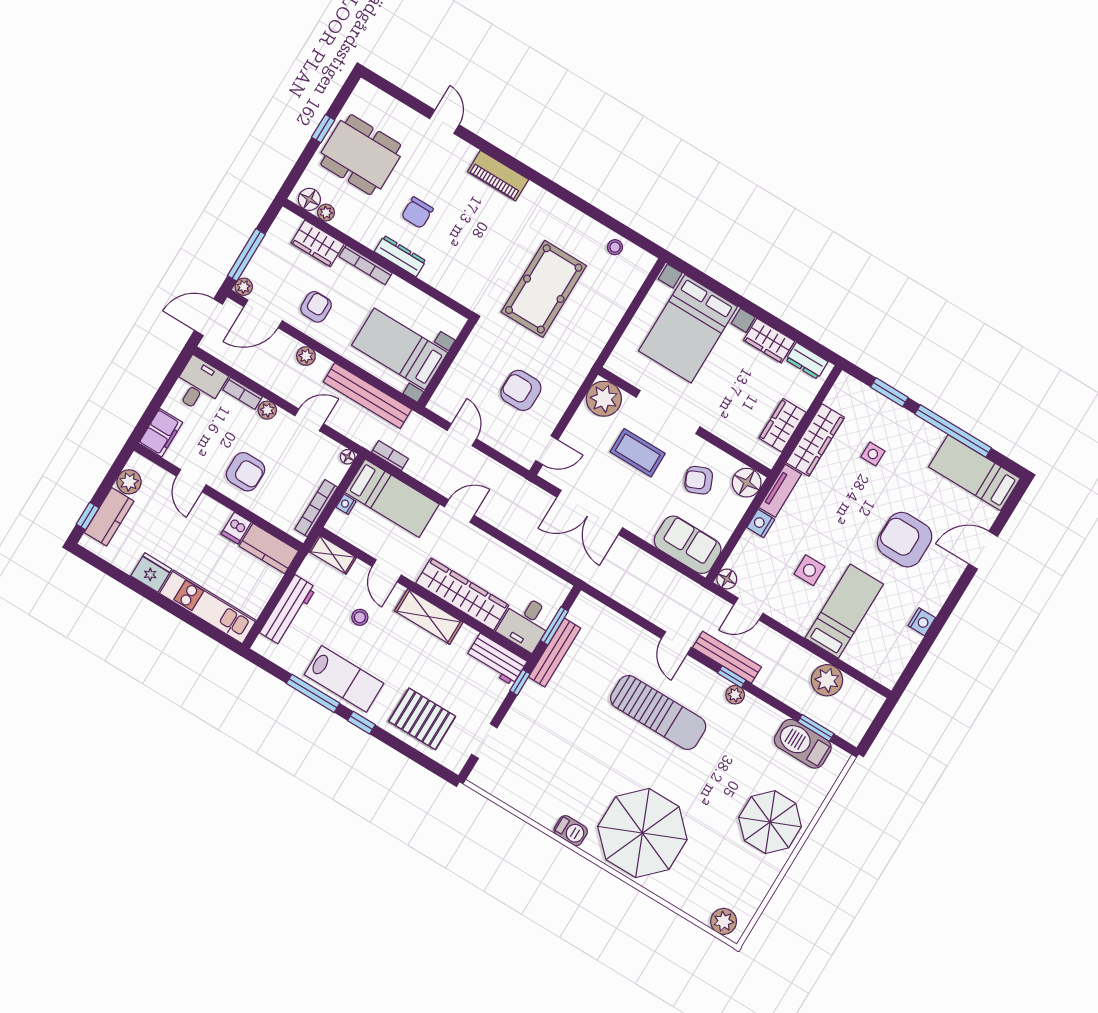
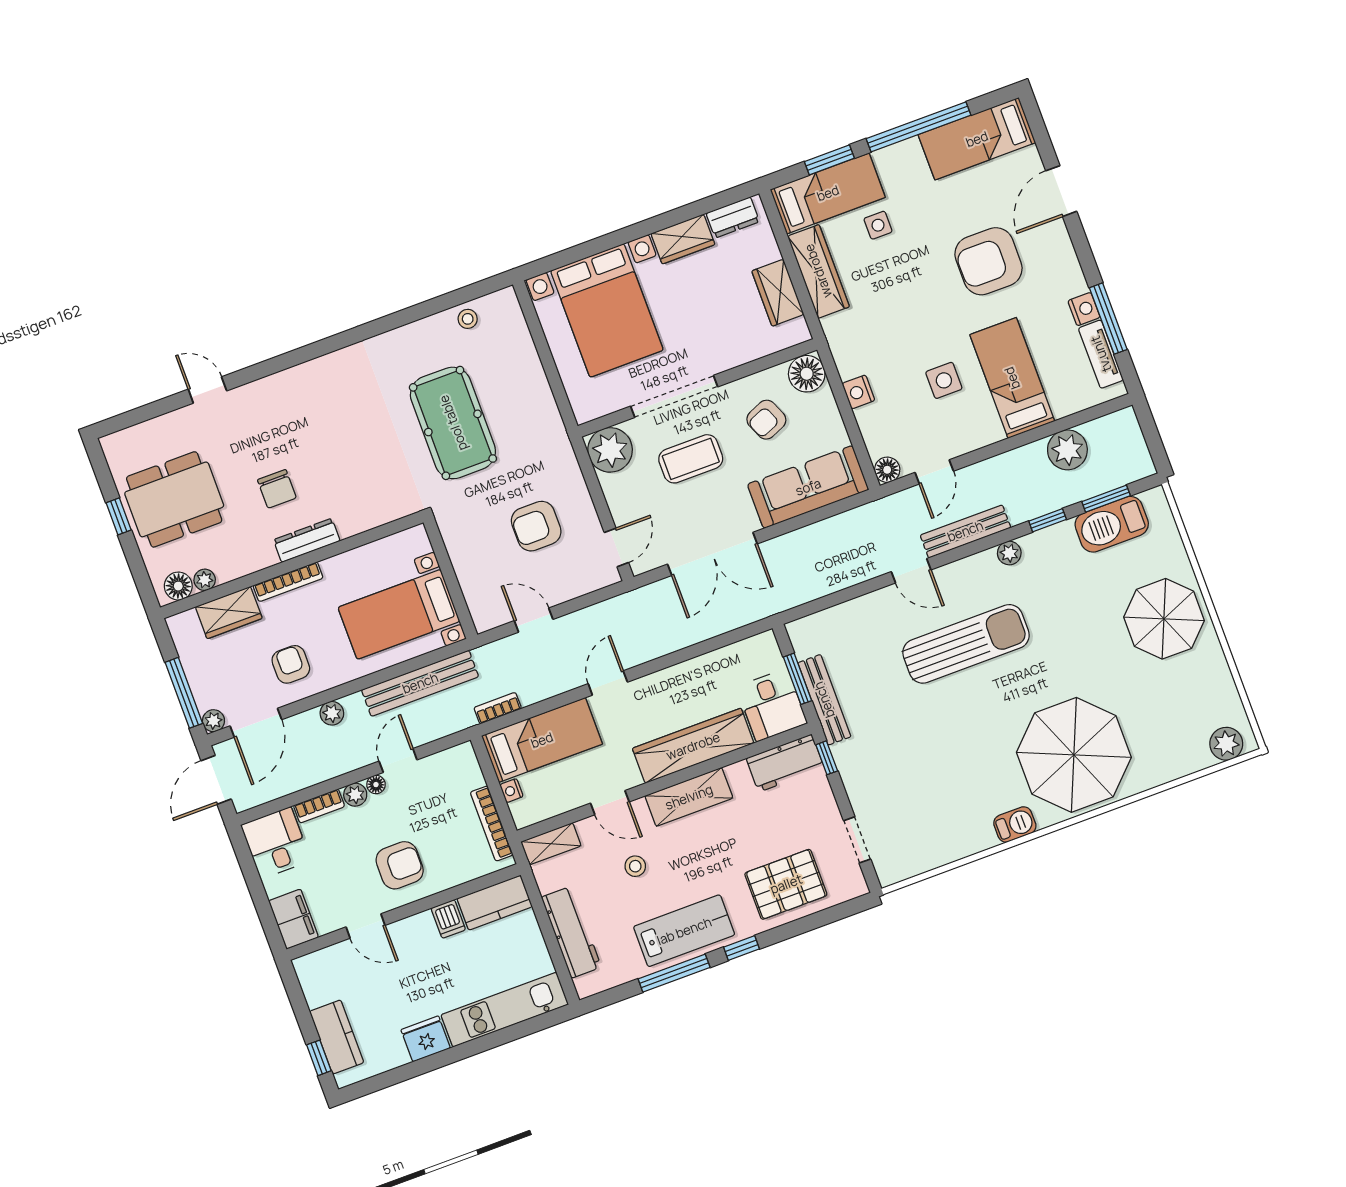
piano: (498, 176) -> (304, 379), removed
bed: (868, 408) -> (828, 193), added
floor lamp: (348, 457) -> (376, 785), moved
plant: (129, 482) -> (318, 989), removed
tv unit: (780, 491) -> (1101, 354), moved, turned 180
sofa: (688, 545) -> (808, 487), width x1.36
window: (928, 641) -> (1108, 319), added
window: (732, 677) -> (1048, 520), moved

